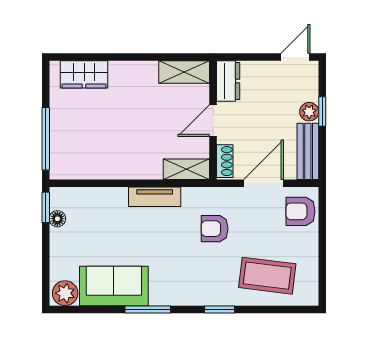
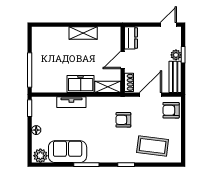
shelving: (184, 72) -> (83, 33), moved
wardrobe: (84, 74) -> (51, 34), removed
freezer: (137, 164) -> (81, 84), added
tv unit: (155, 197) -> (71, 102), moved
floor lamp: (57, 219) -> (36, 130), moved

